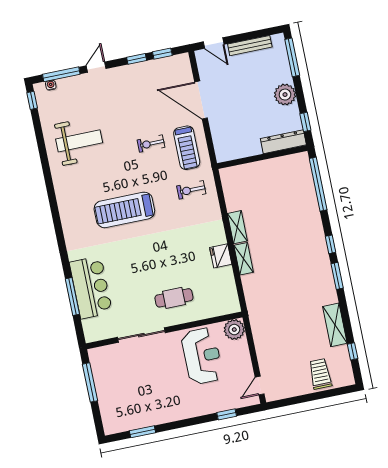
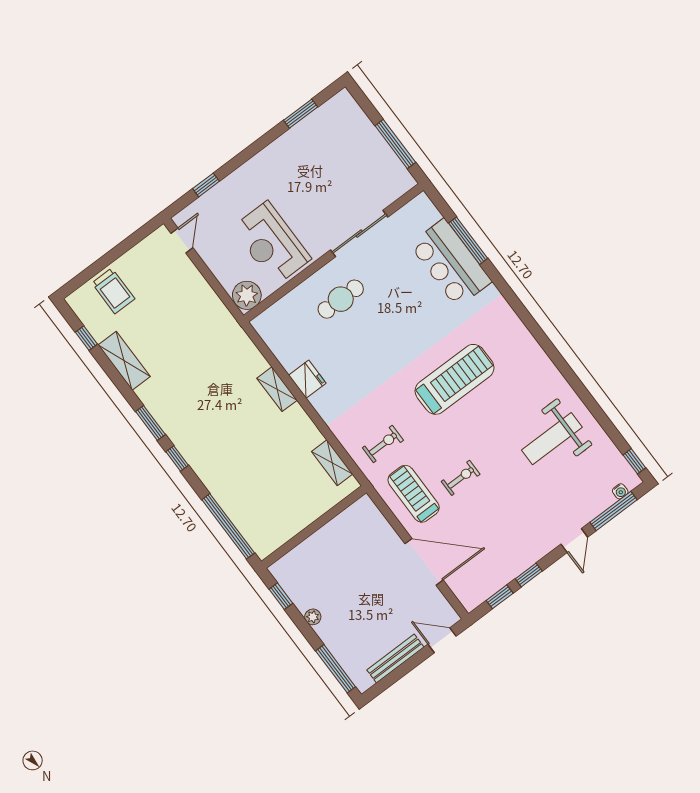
plant: (285, 95) -> (313, 617), width x0.53, depth x0.53
dresser: (283, 142) -> (297, 559), removed
shelving: (237, 227) -> (332, 463), moved

